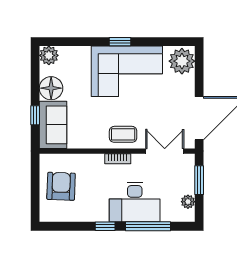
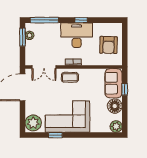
window: (120, 42) -> (55, 135), moved
window: (199, 180) -> (23, 37), moved
desk: (135, 202) -> (77, 35), moved
window: (148, 226) -> (44, 20), moved

